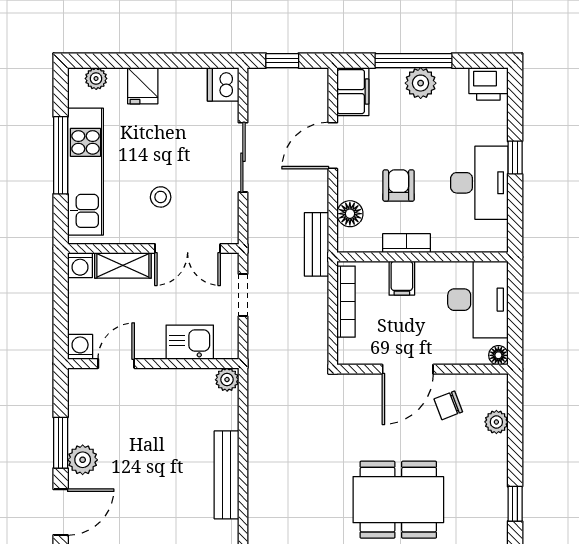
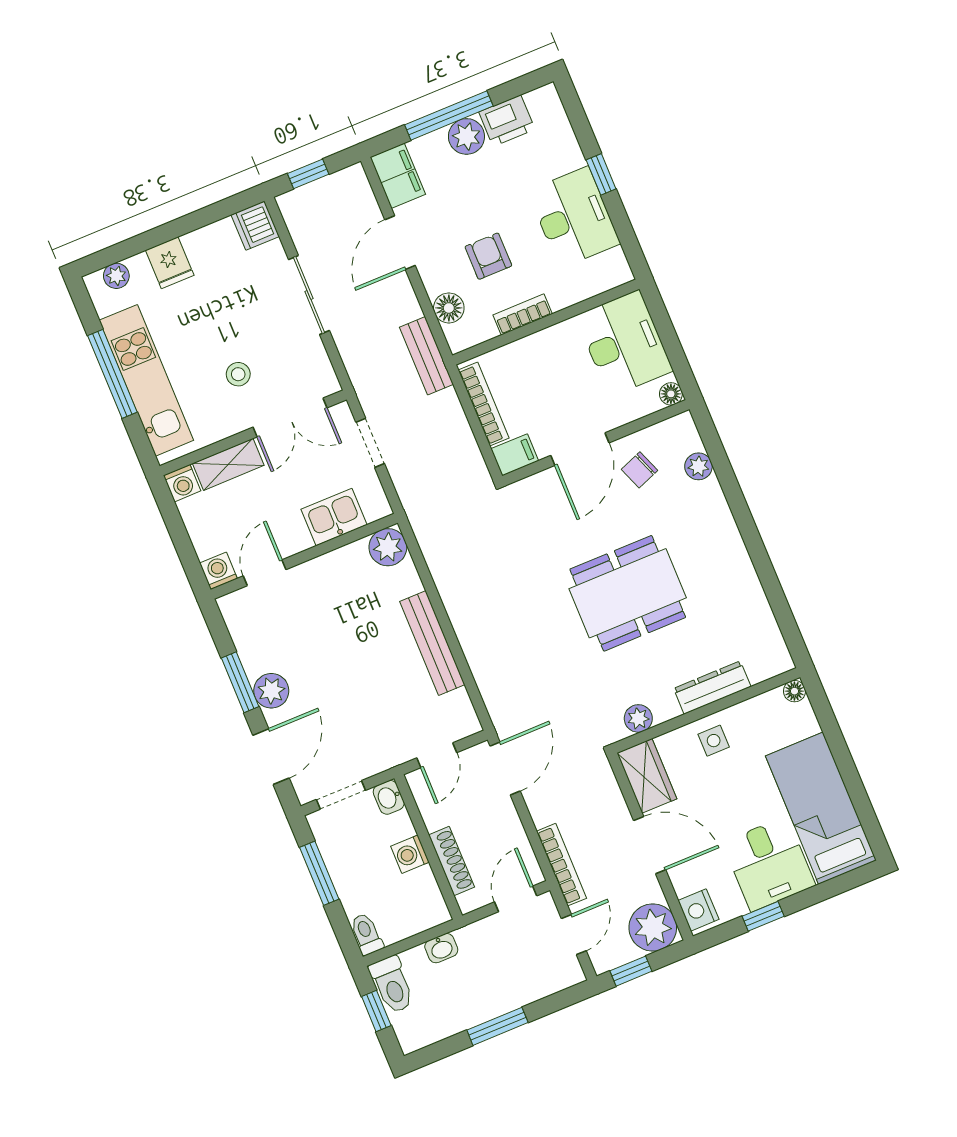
printer: (488, 84) -> (507, 121), moved
filing cabinet: (402, 278) -> (515, 455), moved, turned -90
plant: (227, 380) -> (388, 547), width x1.38, depth x1.38
window: (515, 504) -> (755, 546), removed

